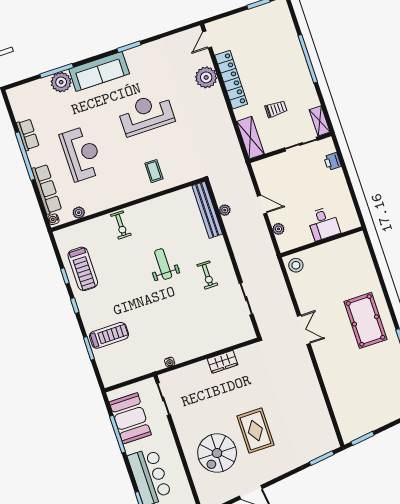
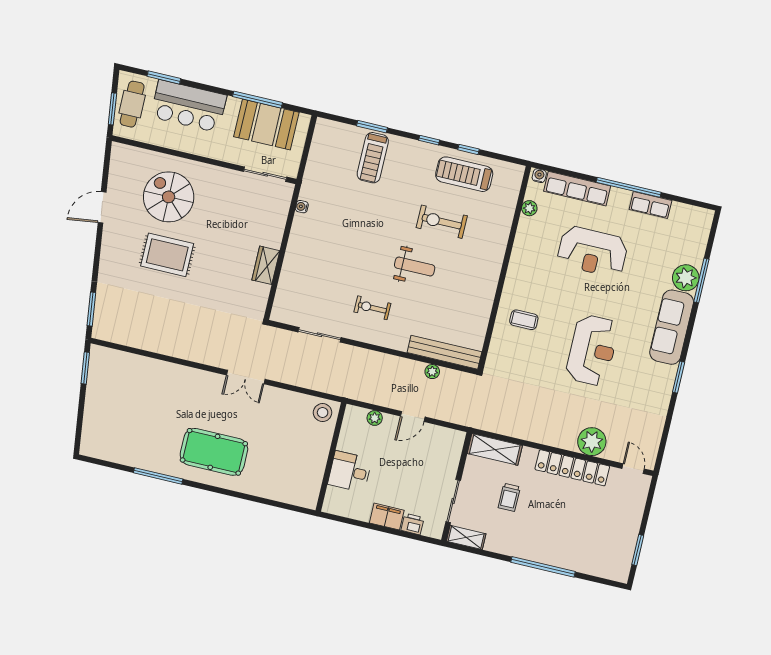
filing cabinet: (338, 181) -> (387, 517), added
exercise bike: (121, 225) -> (442, 222), moved, width x1.38, depth x1.39

